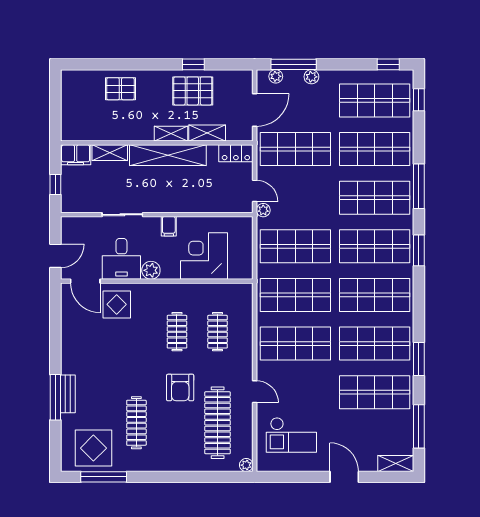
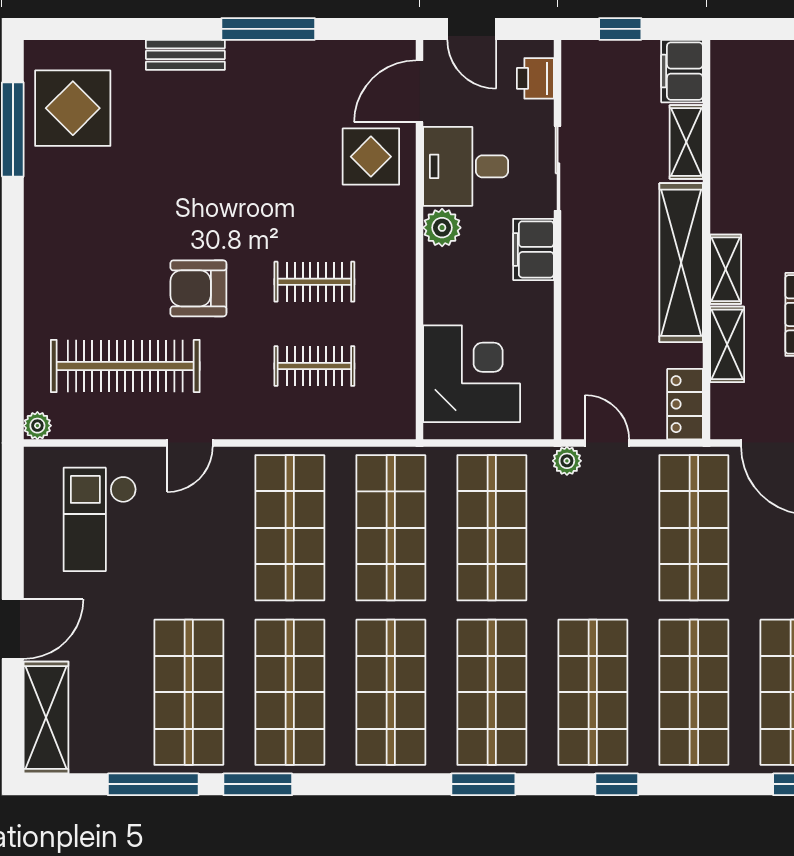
window: (419, 186) -> (617, 784), width x0.46
door: (255, 191) -> (607, 443), swing flipped
printer: (79, 225) -> (535, 78), added
filing cabinet: (169, 226) -> (533, 249), width x2.00
corner desk: (204, 256) -> (472, 374), moved
window: (55, 397) -> (268, 29), moved
clothes rail: (136, 423) -> (125, 197), removed
window: (419, 426) -> (153, 784), moved
shelving: (396, 464) -> (46, 718), width x1.50, depth x1.33

